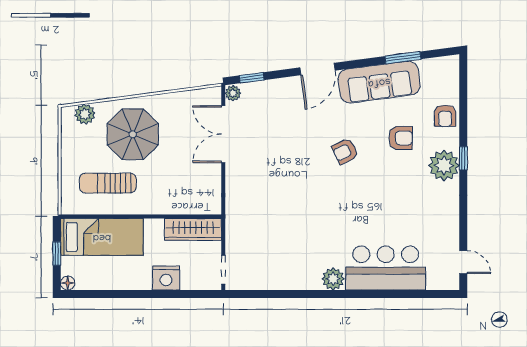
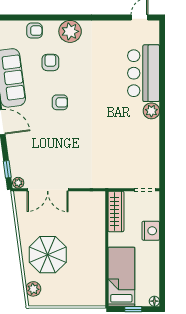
armchair: (345, 151) -> (60, 102), turned -64
window: (463, 158) -> (65, 17), removed
sun lounger: (108, 183) -> (83, 272), removed

